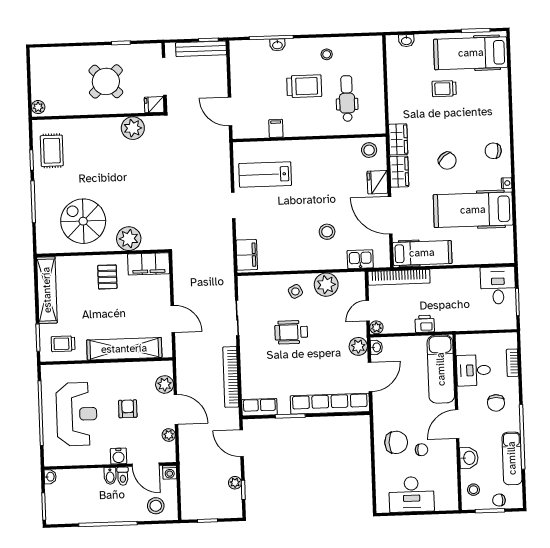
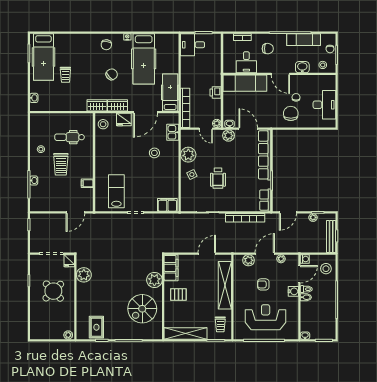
bench: (201, 49) -> (331, 236), moved
trolley: (304, 86) -> (61, 164), turned 180
rug: (52, 151) -> (96, 327), turned 90
lab bench: (265, 174) -> (116, 191), turned 180

